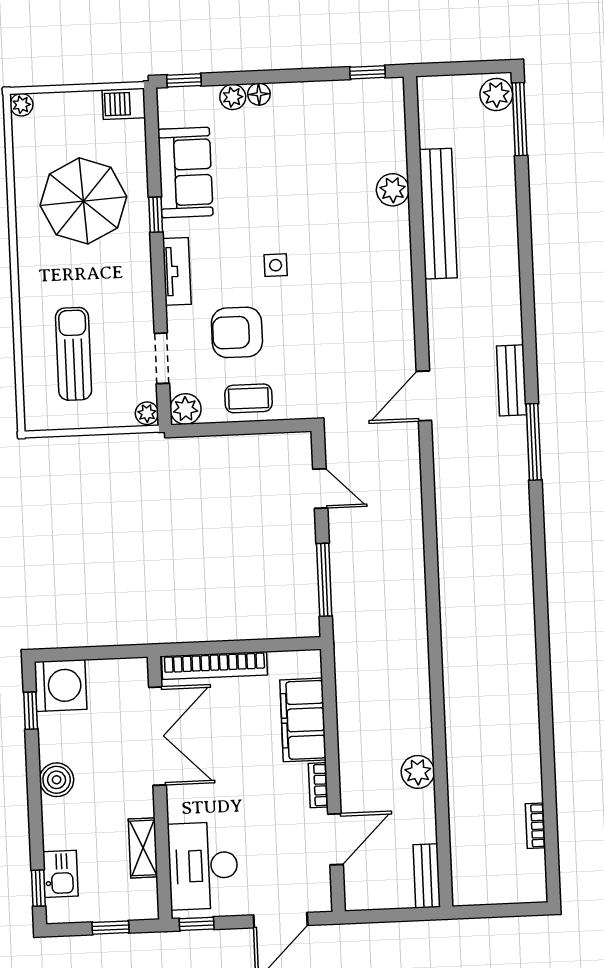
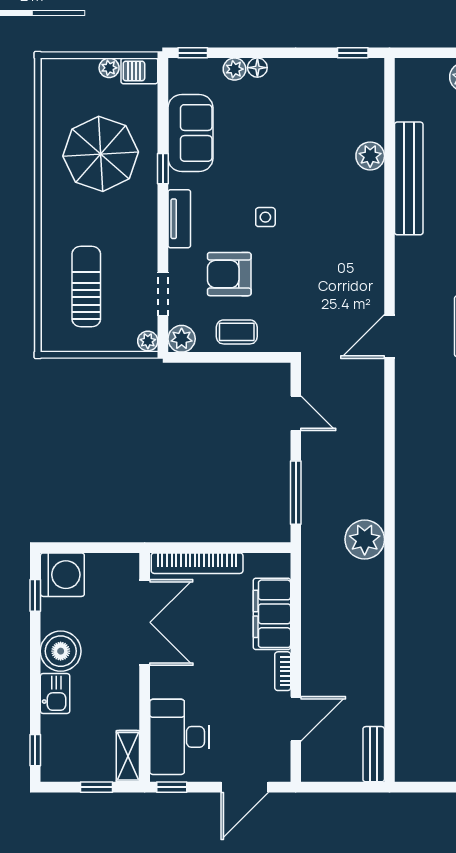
plant: (21, 105) -> (109, 68), moved
plant: (418, 772) -> (365, 539), moved, width x1.36, depth x1.36
boiler: (57, 780) -> (61, 651), width x1.37, depth x1.37
shelving: (143, 848) -> (128, 756), moved
kitchen sink: (60, 874) -> (55, 693), moved

